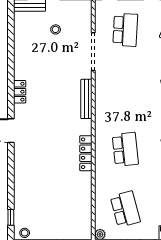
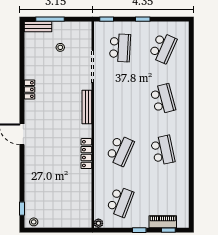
locker: (20, 92) -> (29, 90), moved
school desk: (125, 149) -> (120, 150), turned 30
school desk: (125, 209) -> (120, 202), turned 36

